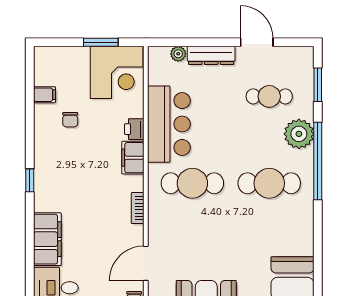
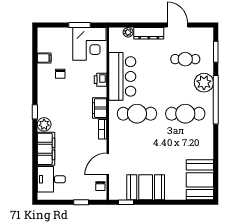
filing cabinet: (133, 158) -> (100, 108), moved
plant: (45, 200) -> (44, 124), added

